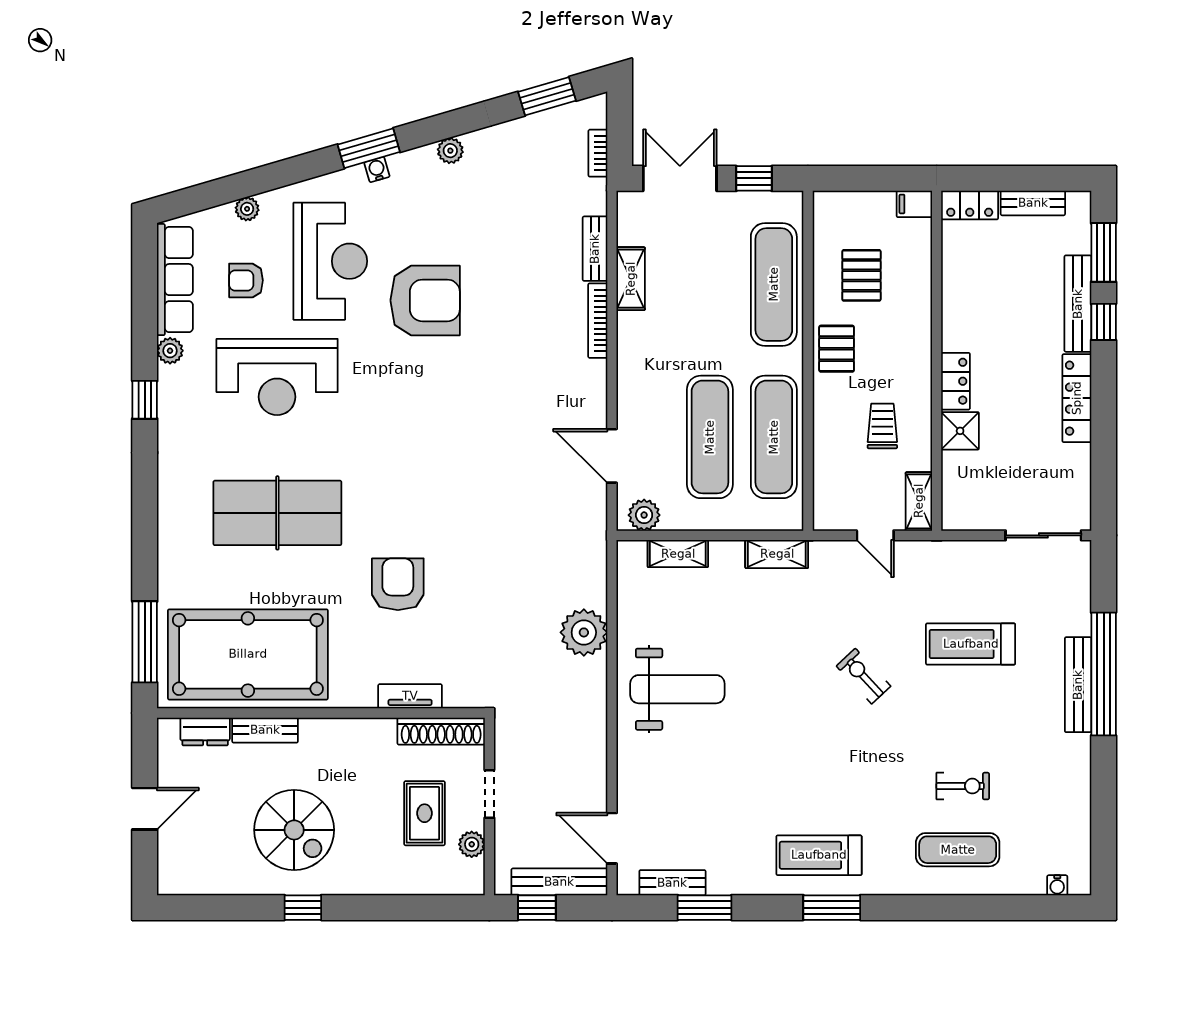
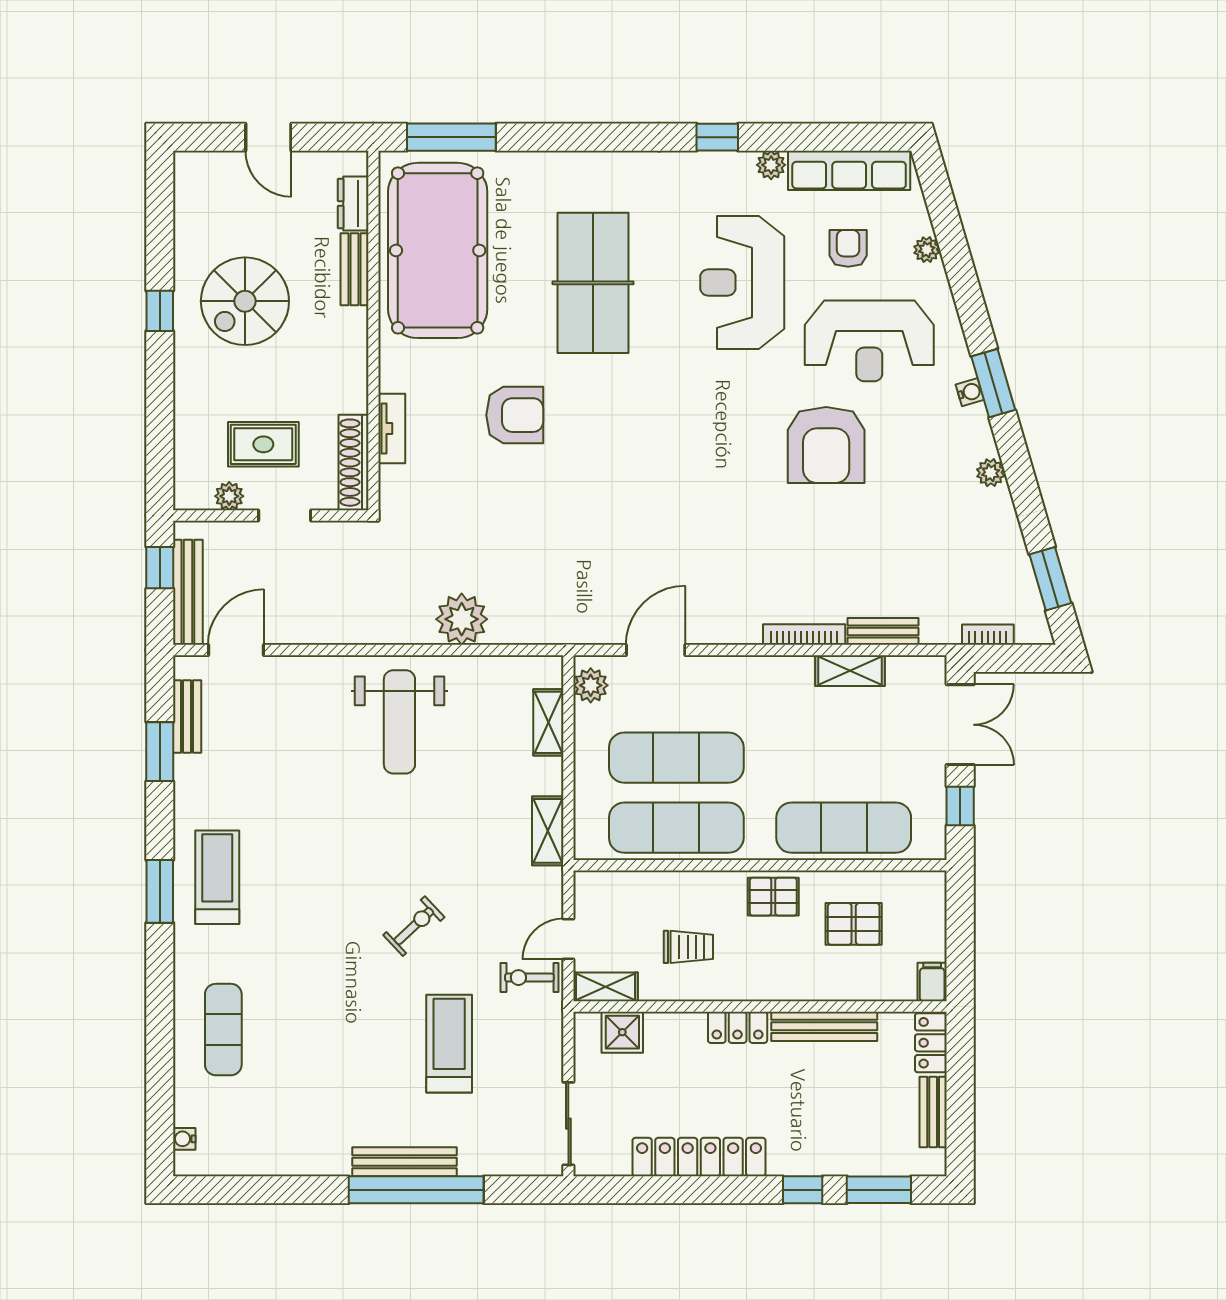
bench: (1078, 304) -> (824, 1026), moved
locker: (1077, 398) -> (699, 1157), width x1.41, depth x1.21
shower: (960, 431) -> (622, 1032), moved
exercise bike: (963, 786) -> (529, 978), moved, turned 90

